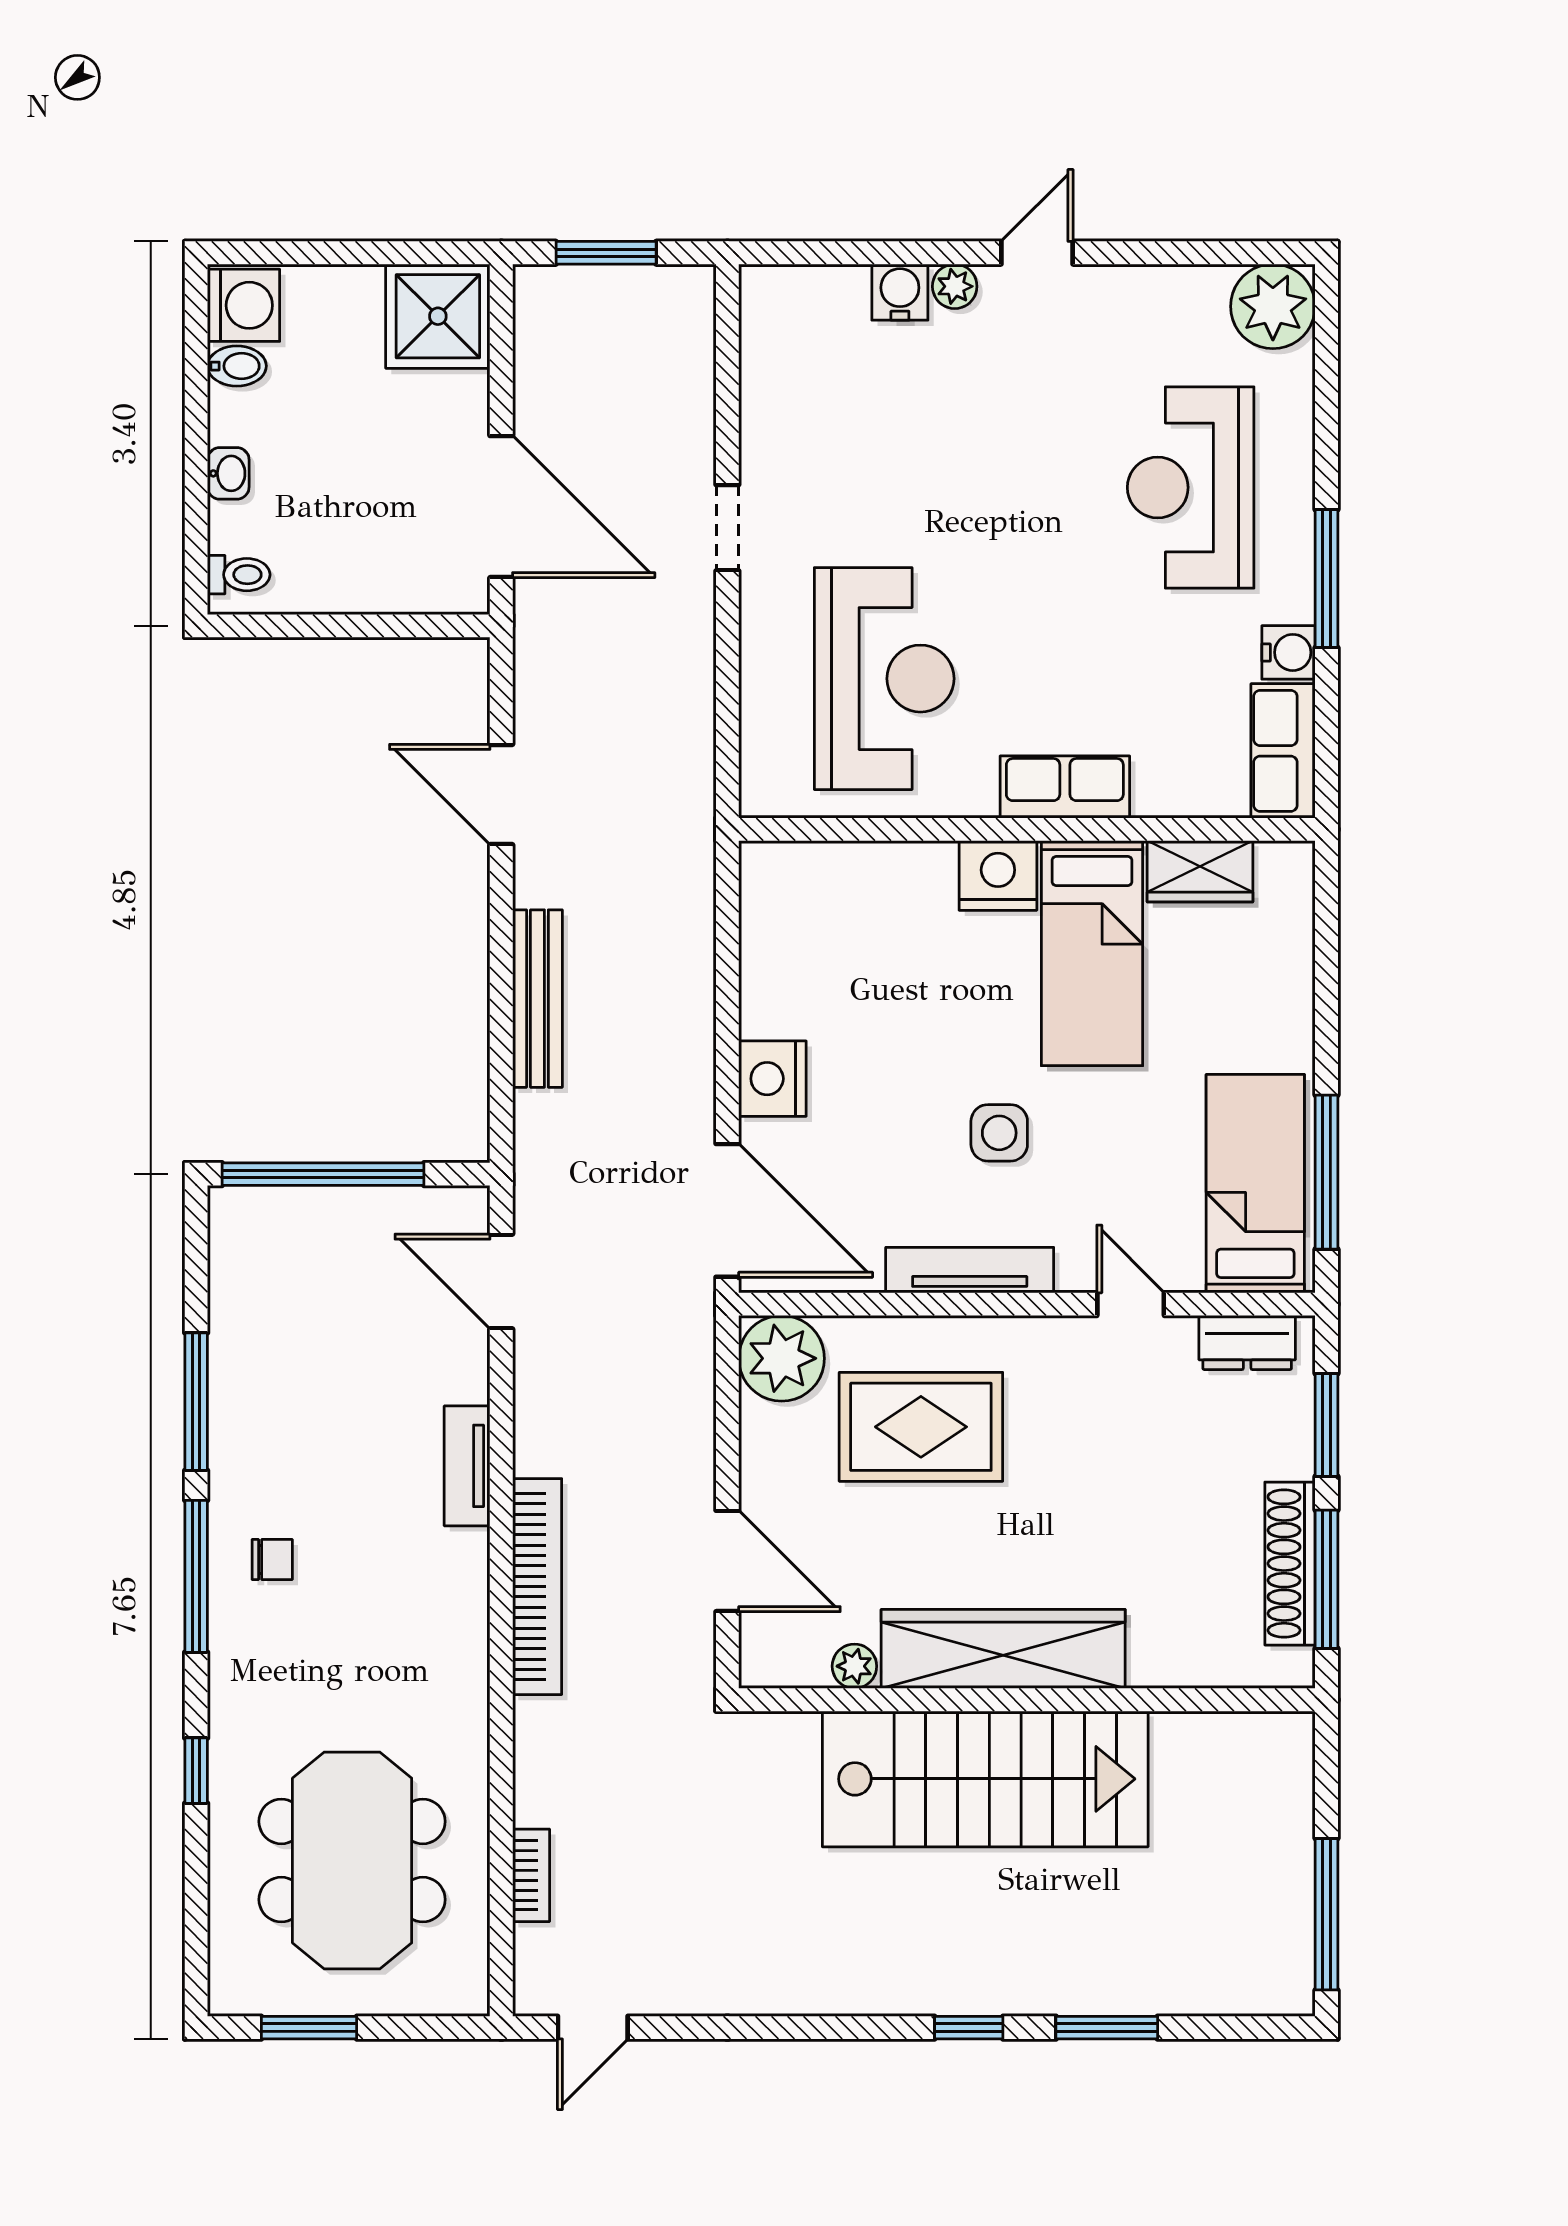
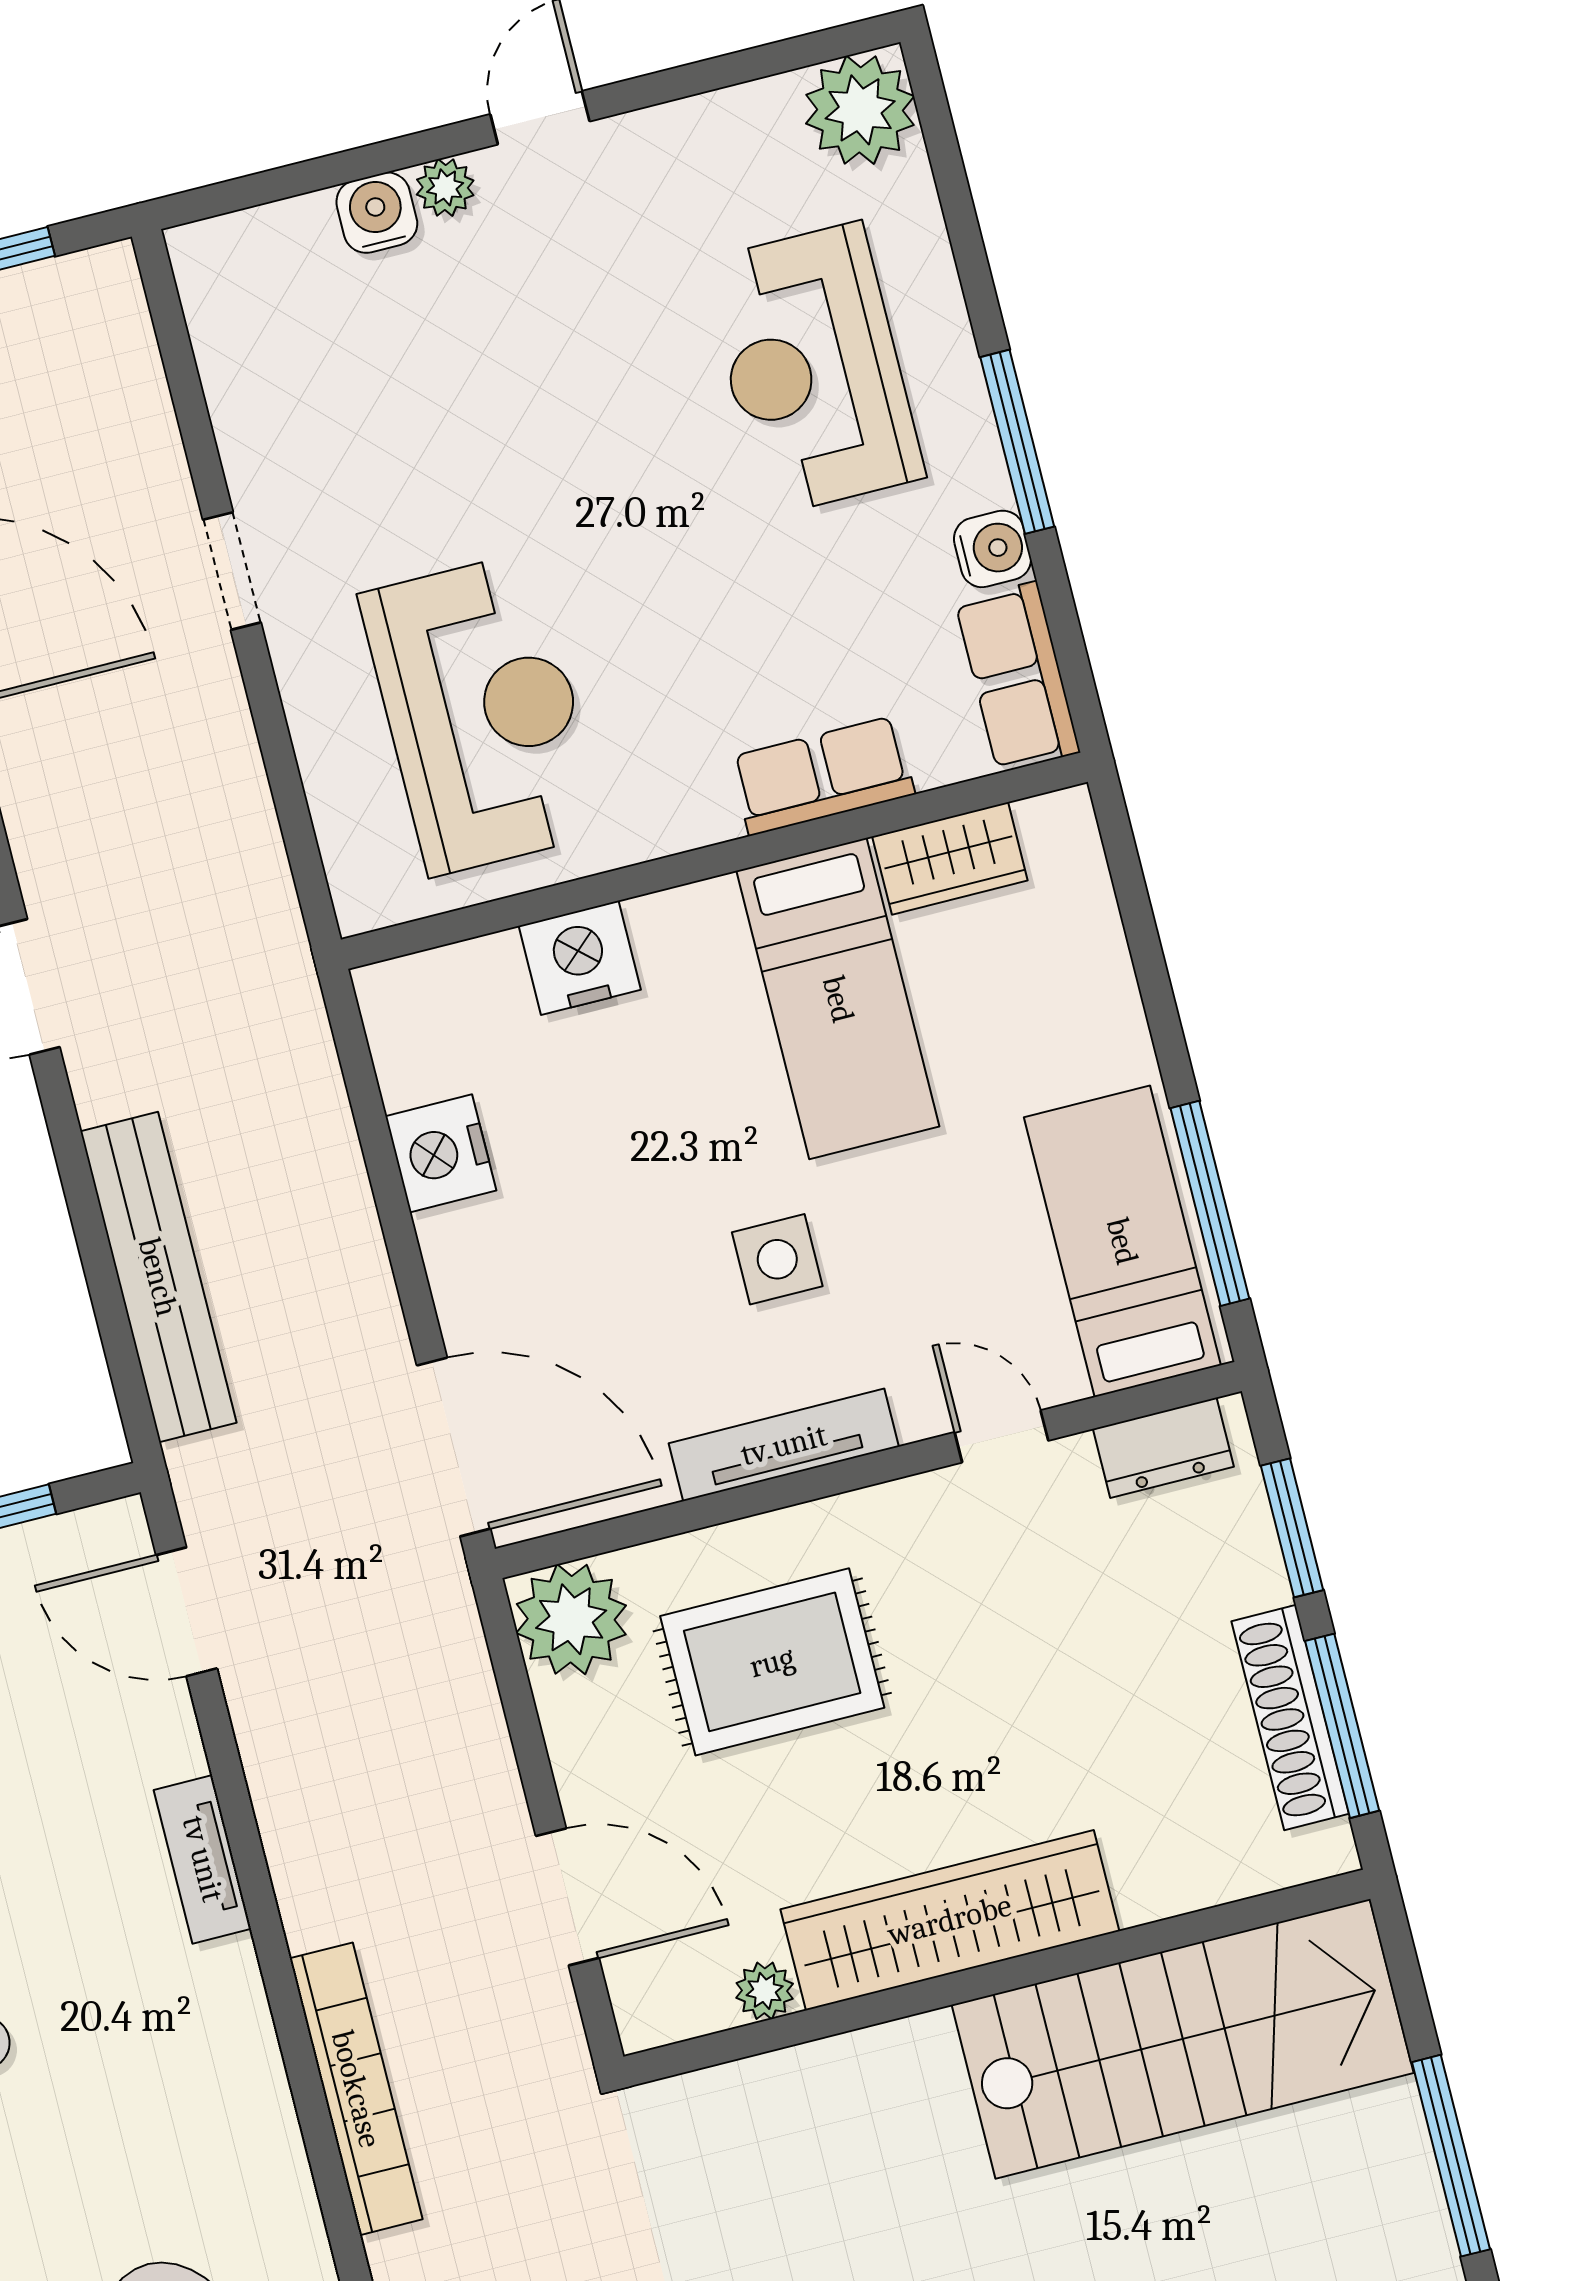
row of seats: (1065, 787) -> (822, 776), moved
nightstand: (998, 875) -> (580, 958), moved
bench: (537, 999) -> (158, 1277), width x1.37, depth x1.21
nightstand: (772, 1079) -> (441, 1153), moved
bookcase: (537, 1587) -> (356, 2089), moved
stairs: (985, 1779) -> (1183, 2039), moved

